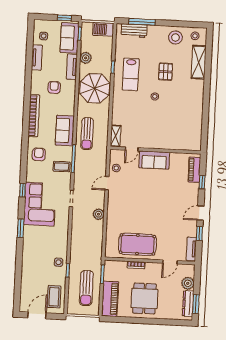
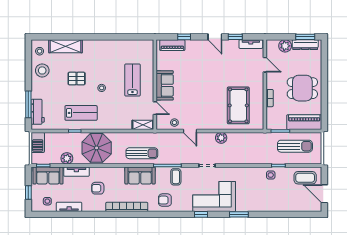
window: (64, 18) -> (28, 193), moved
lab bench: (161, 128) -> (132, 80), added
pool table: (137, 244) -> (238, 105), moved

